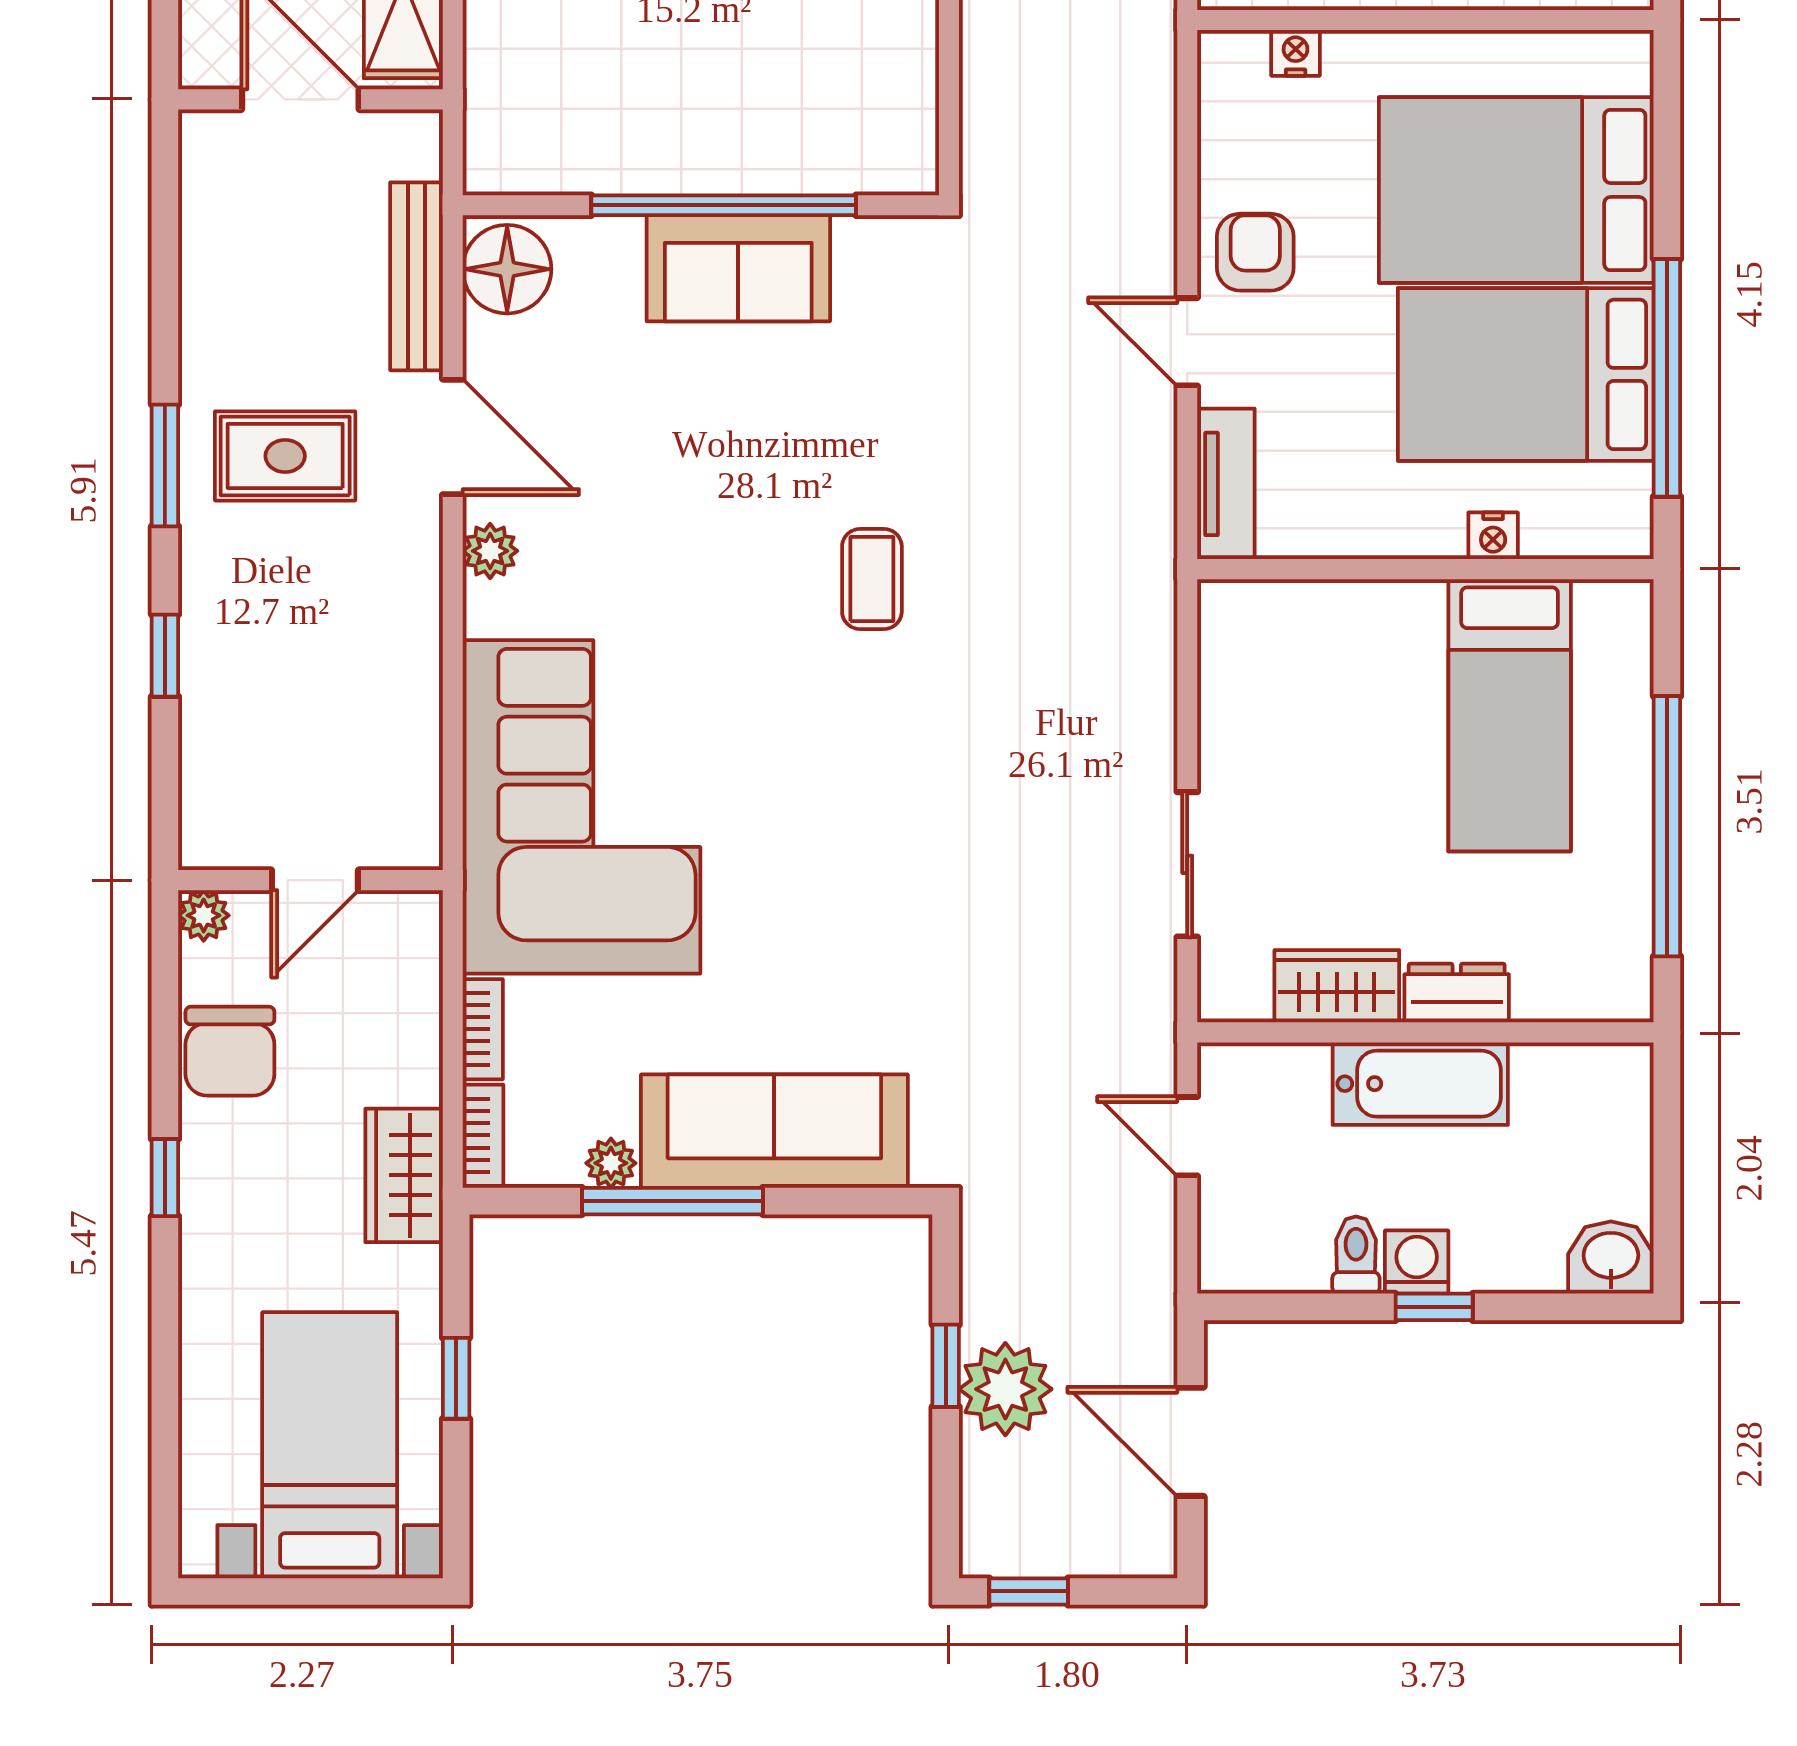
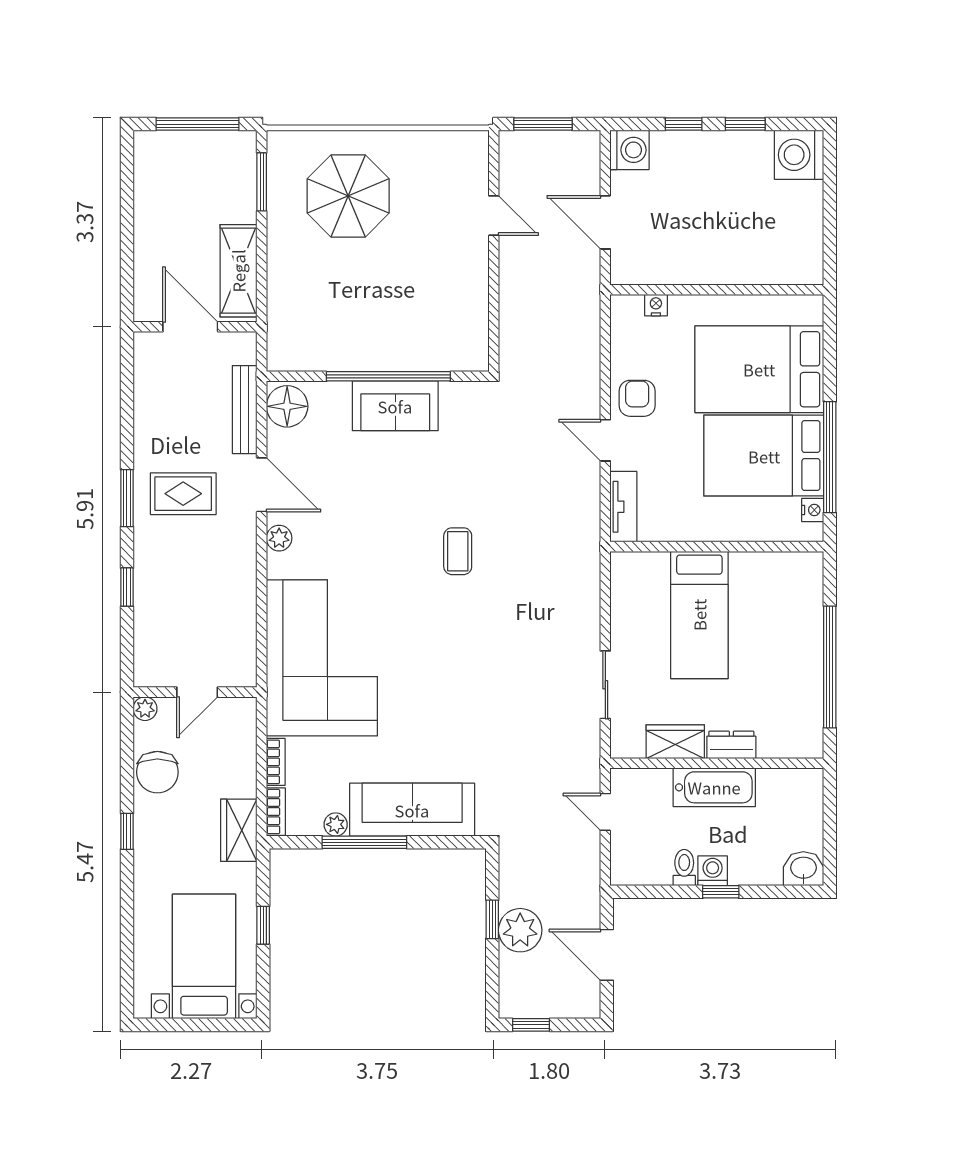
nightstand: (1493, 536) -> (813, 510), moved, turned -90
bed: (1510, 715) -> (699, 615), moved

